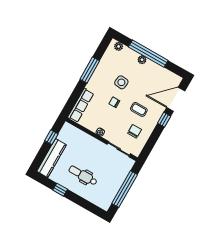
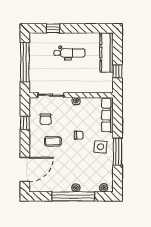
side table: (121, 82) -> (101, 147), moved
window: (164, 120) -> (25, 123), moved
window: (60, 190) -> (53, 28), moved

